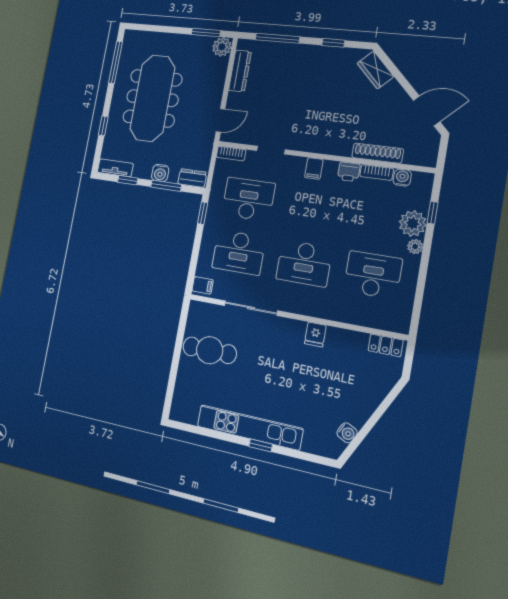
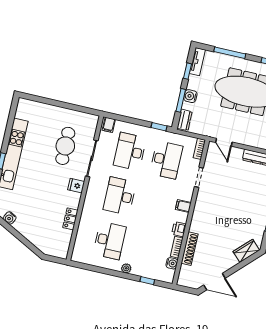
door: (427, 111) -> (214, 282), hinge flipped
window: (103, 126) -> (230, 53), width x2.17
plant: (413, 223) -> (141, 268), removed
fridge: (315, 334) -> (76, 186), moved
locker: (386, 345) -> (70, 219), moved
cafe table: (210, 350) -> (65, 146), moved

